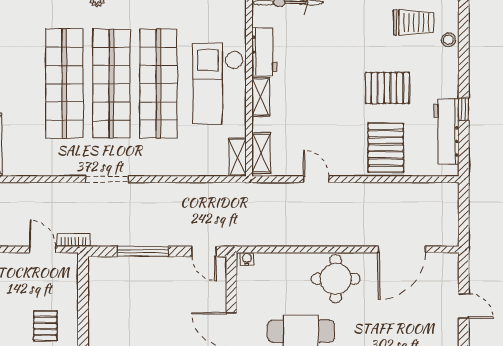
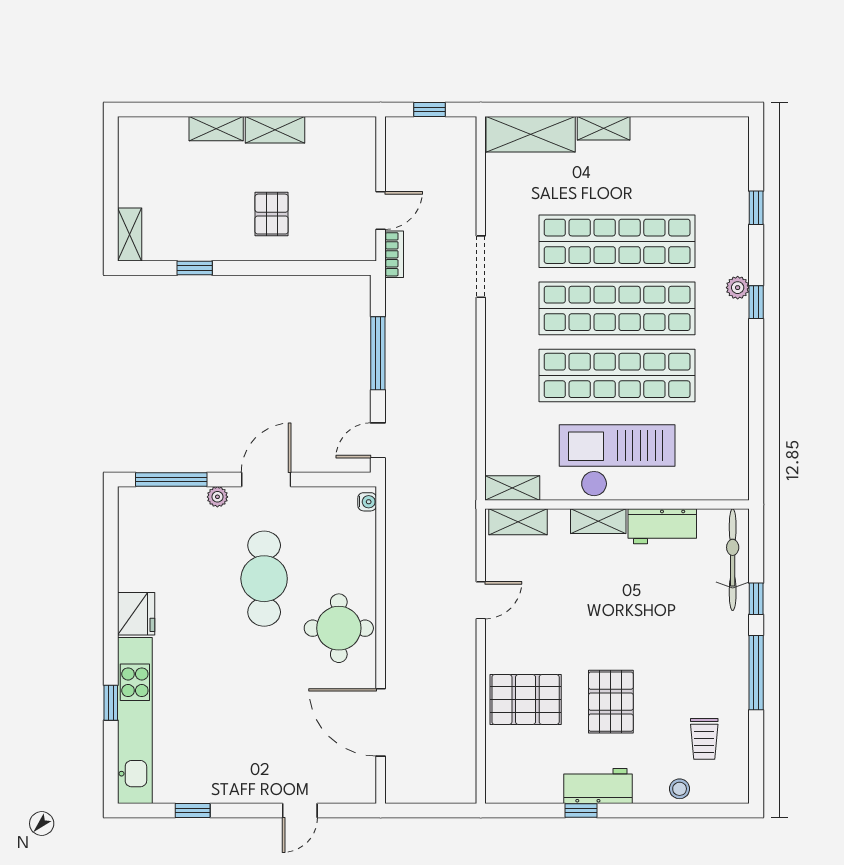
trolley: (413, 22) -> (704, 739), width x0.73, depth x0.72
workbench: (446, 132) -> (598, 786), moved, width x0.73
doorway: (107, 179) -> (481, 267), moved
pallet: (45, 326) -> (272, 214), turned 90

